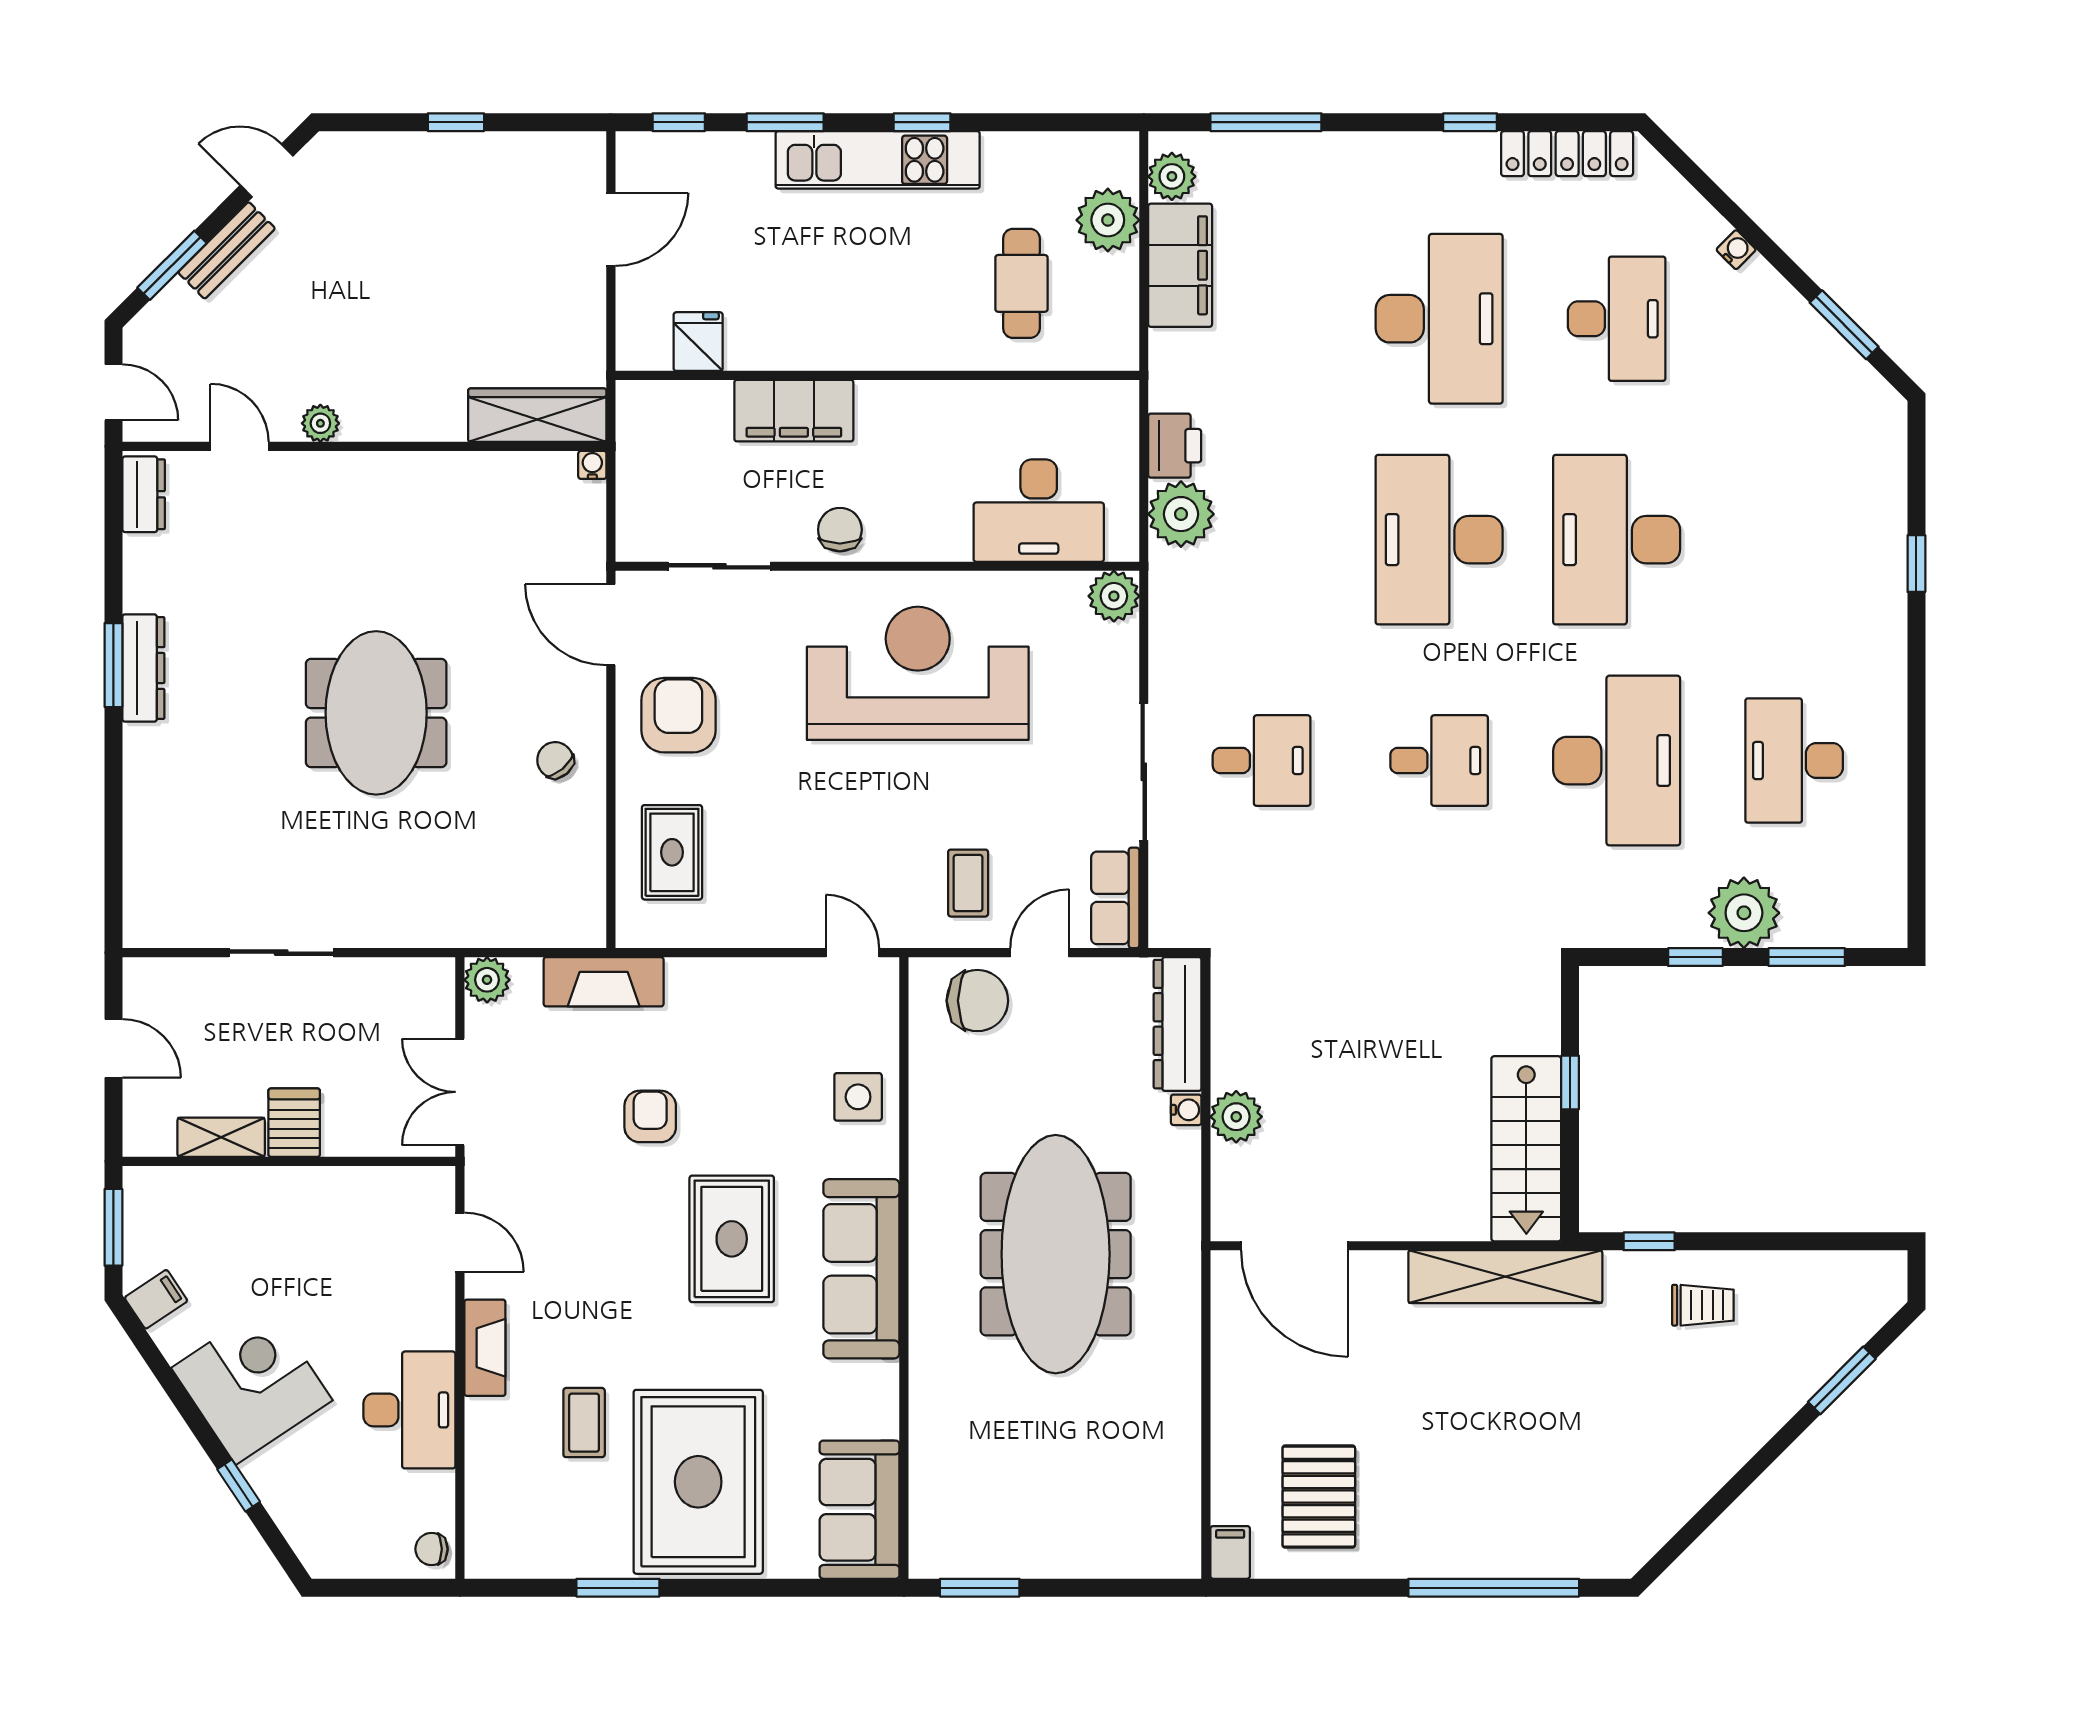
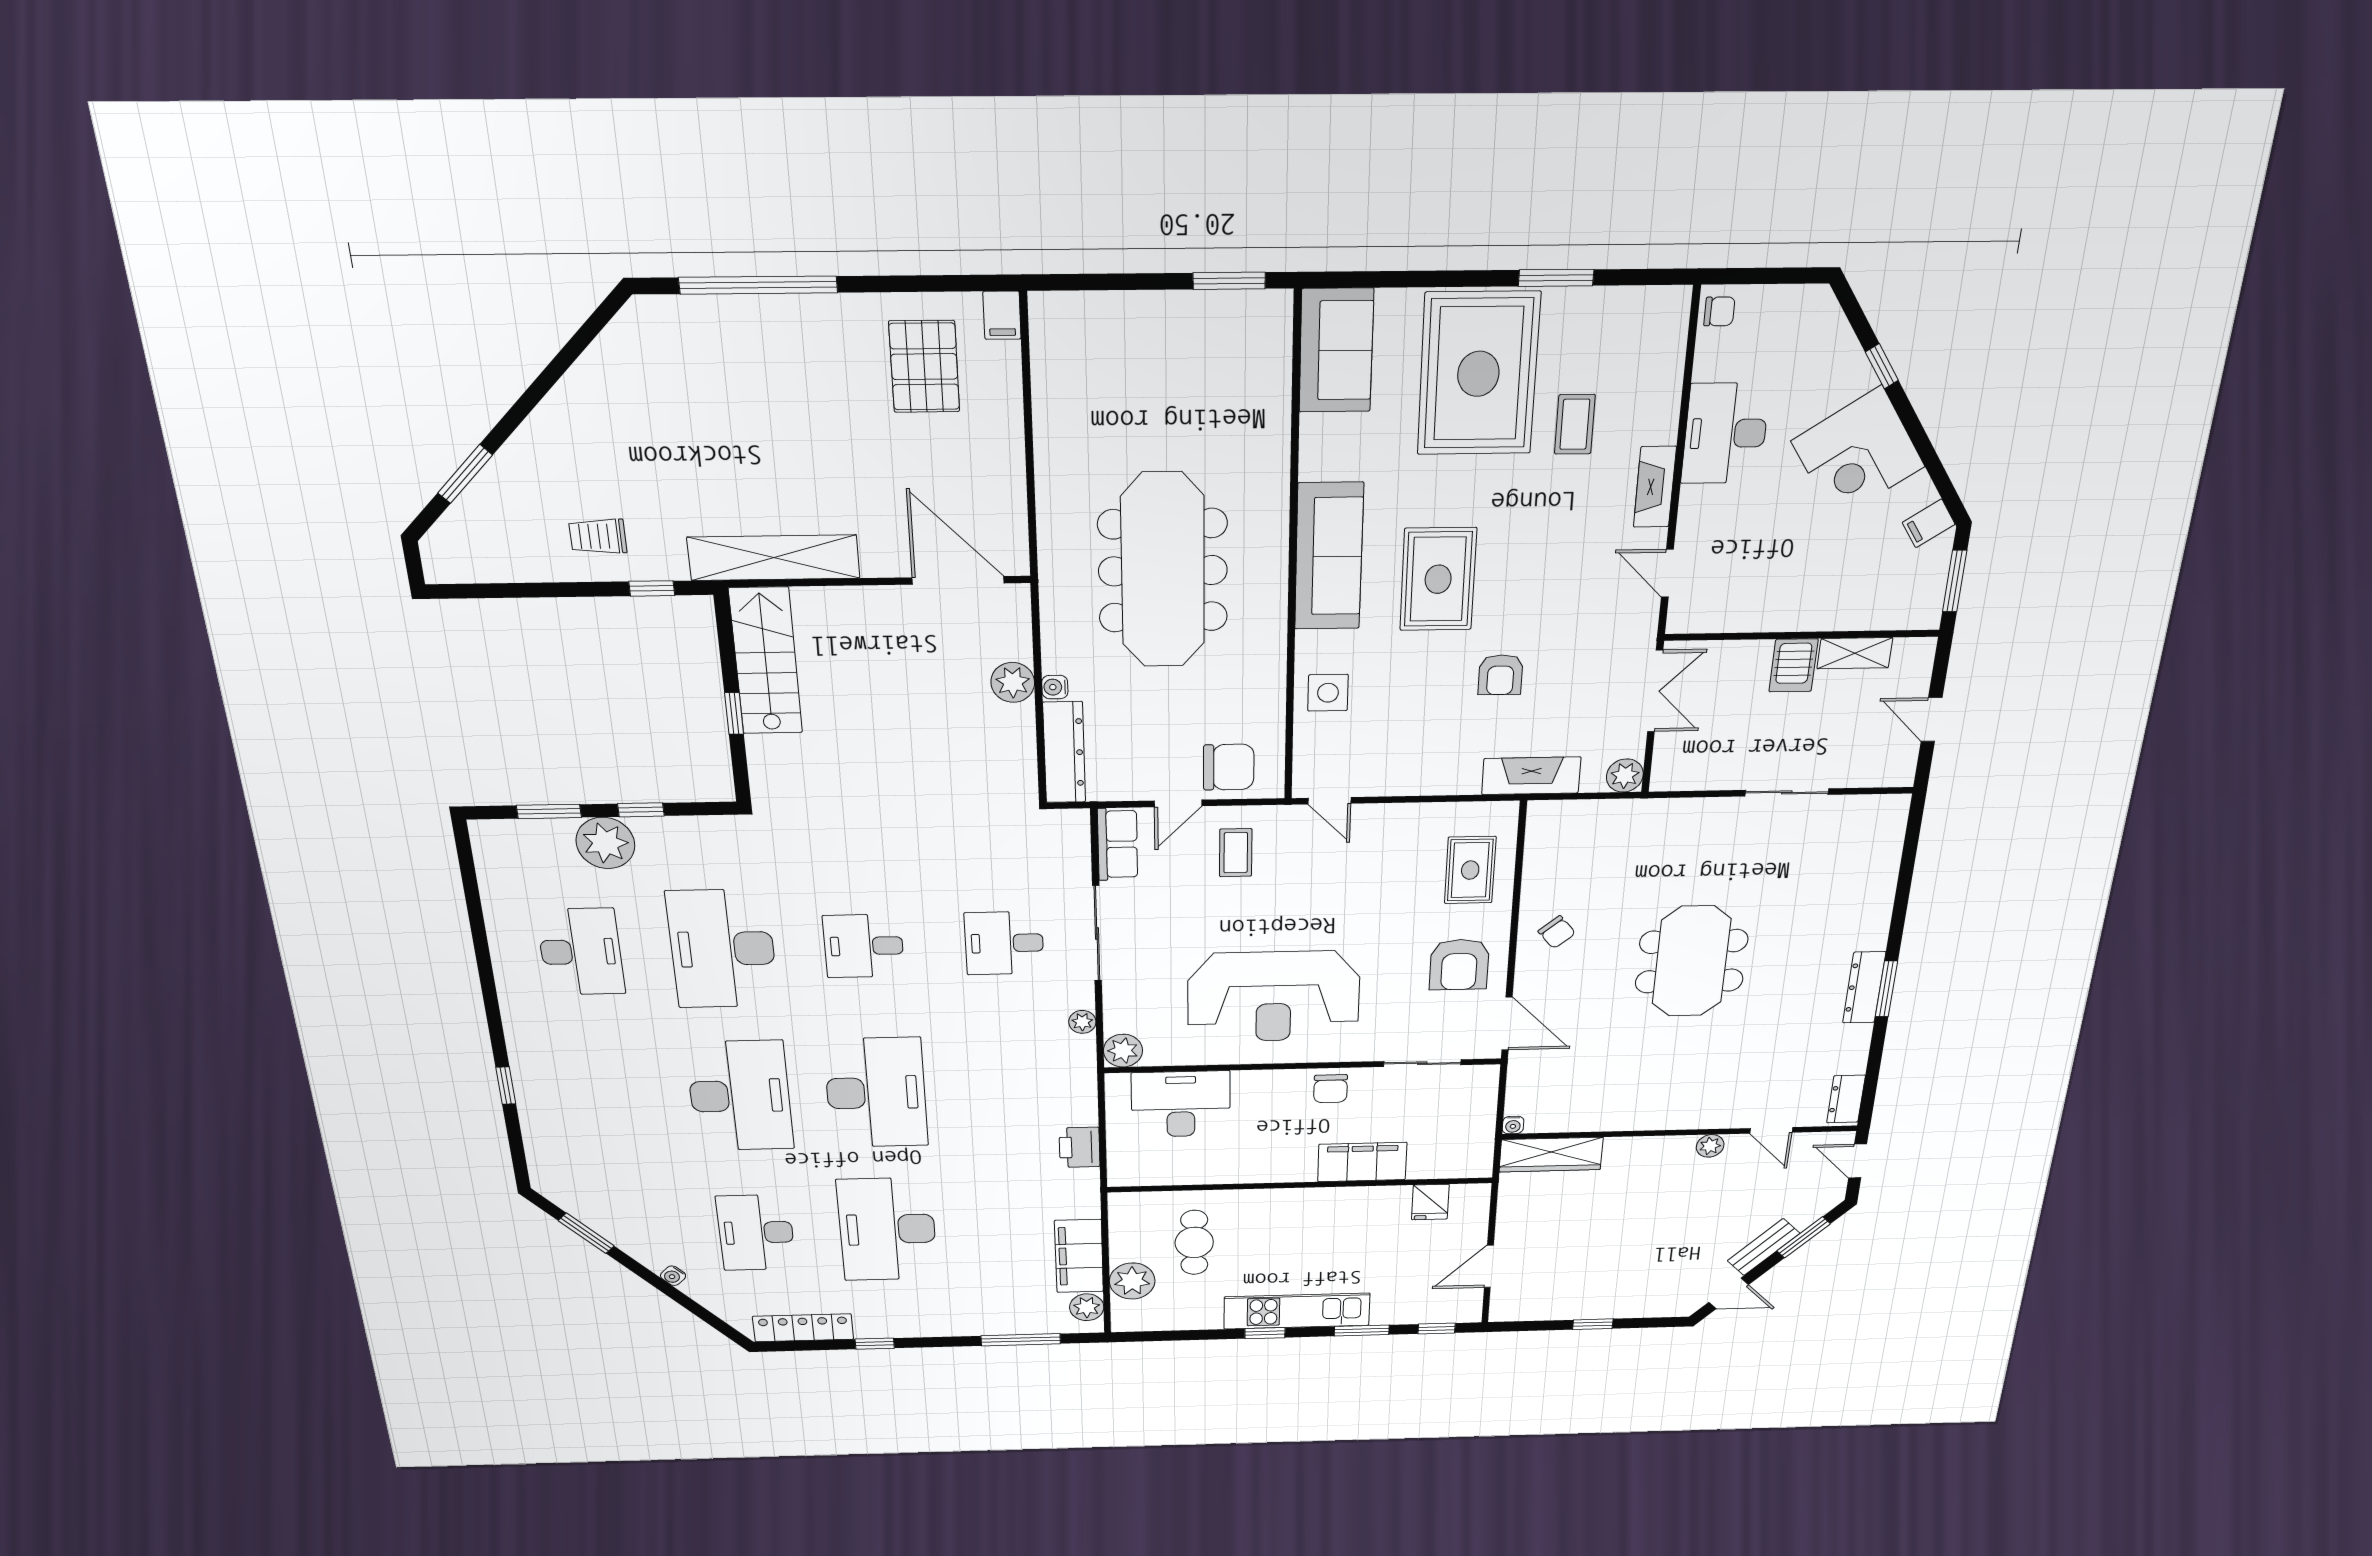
plant: (1181, 514) -> (1082, 1022), moved, width x0.53, depth x0.53
chair: (977, 1001) -> (1229, 767), turned 180

